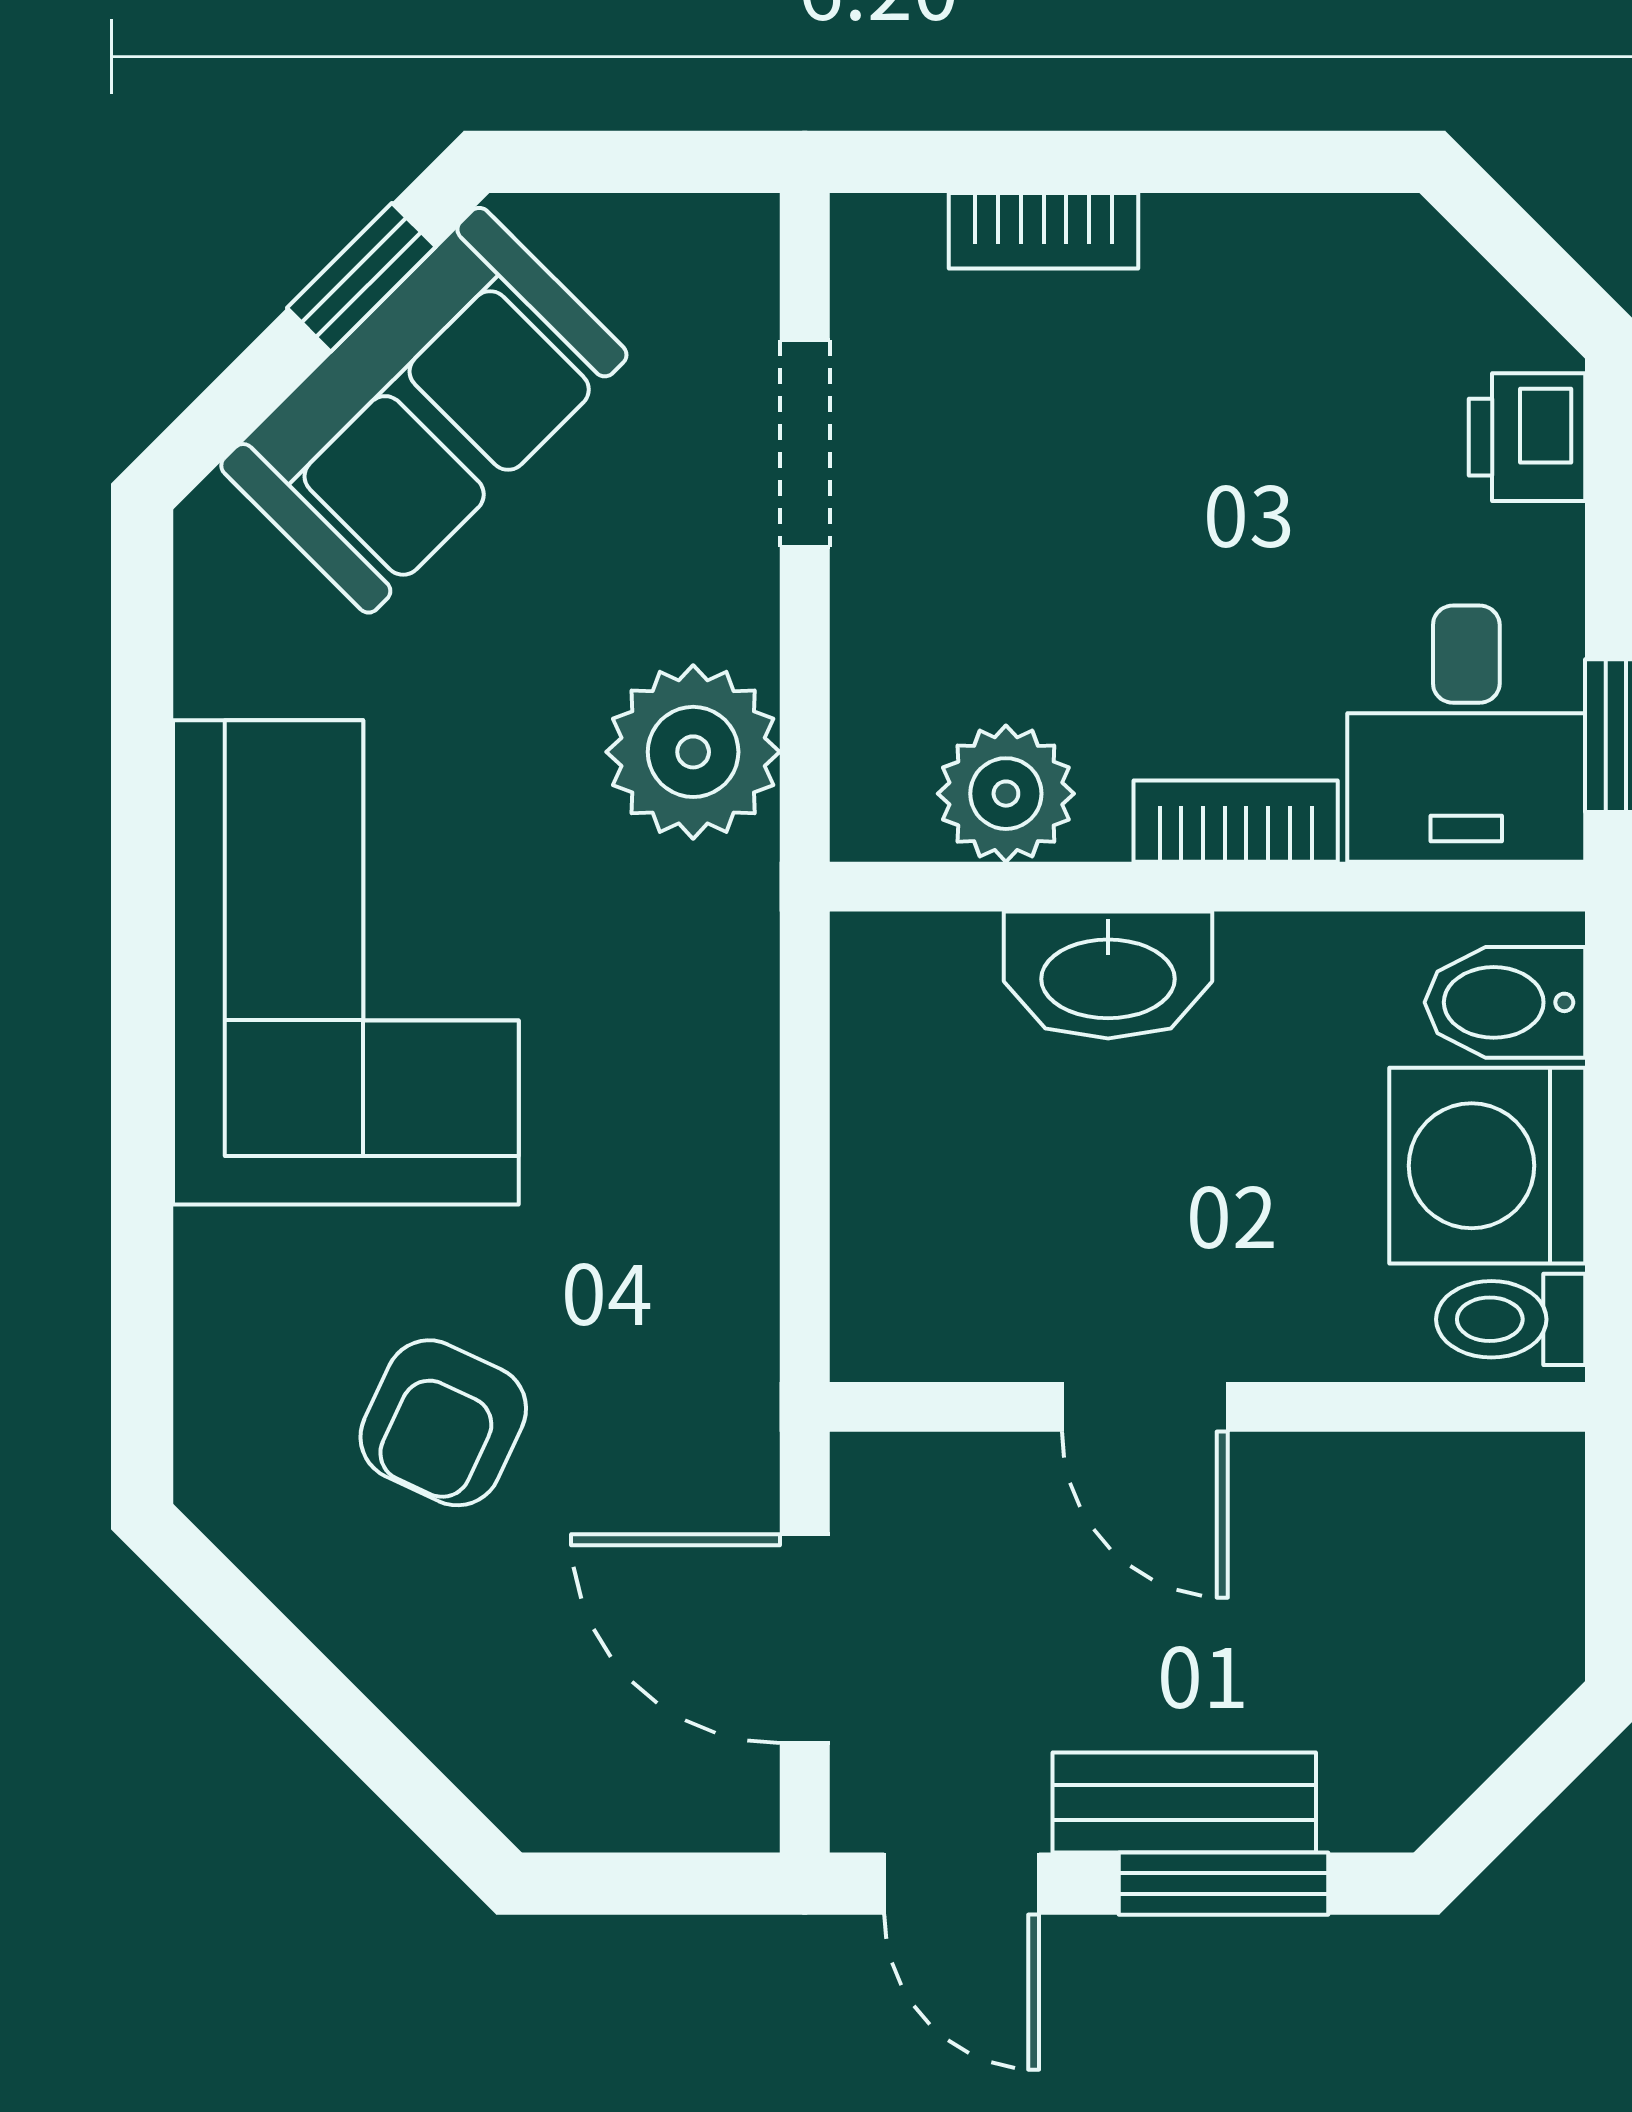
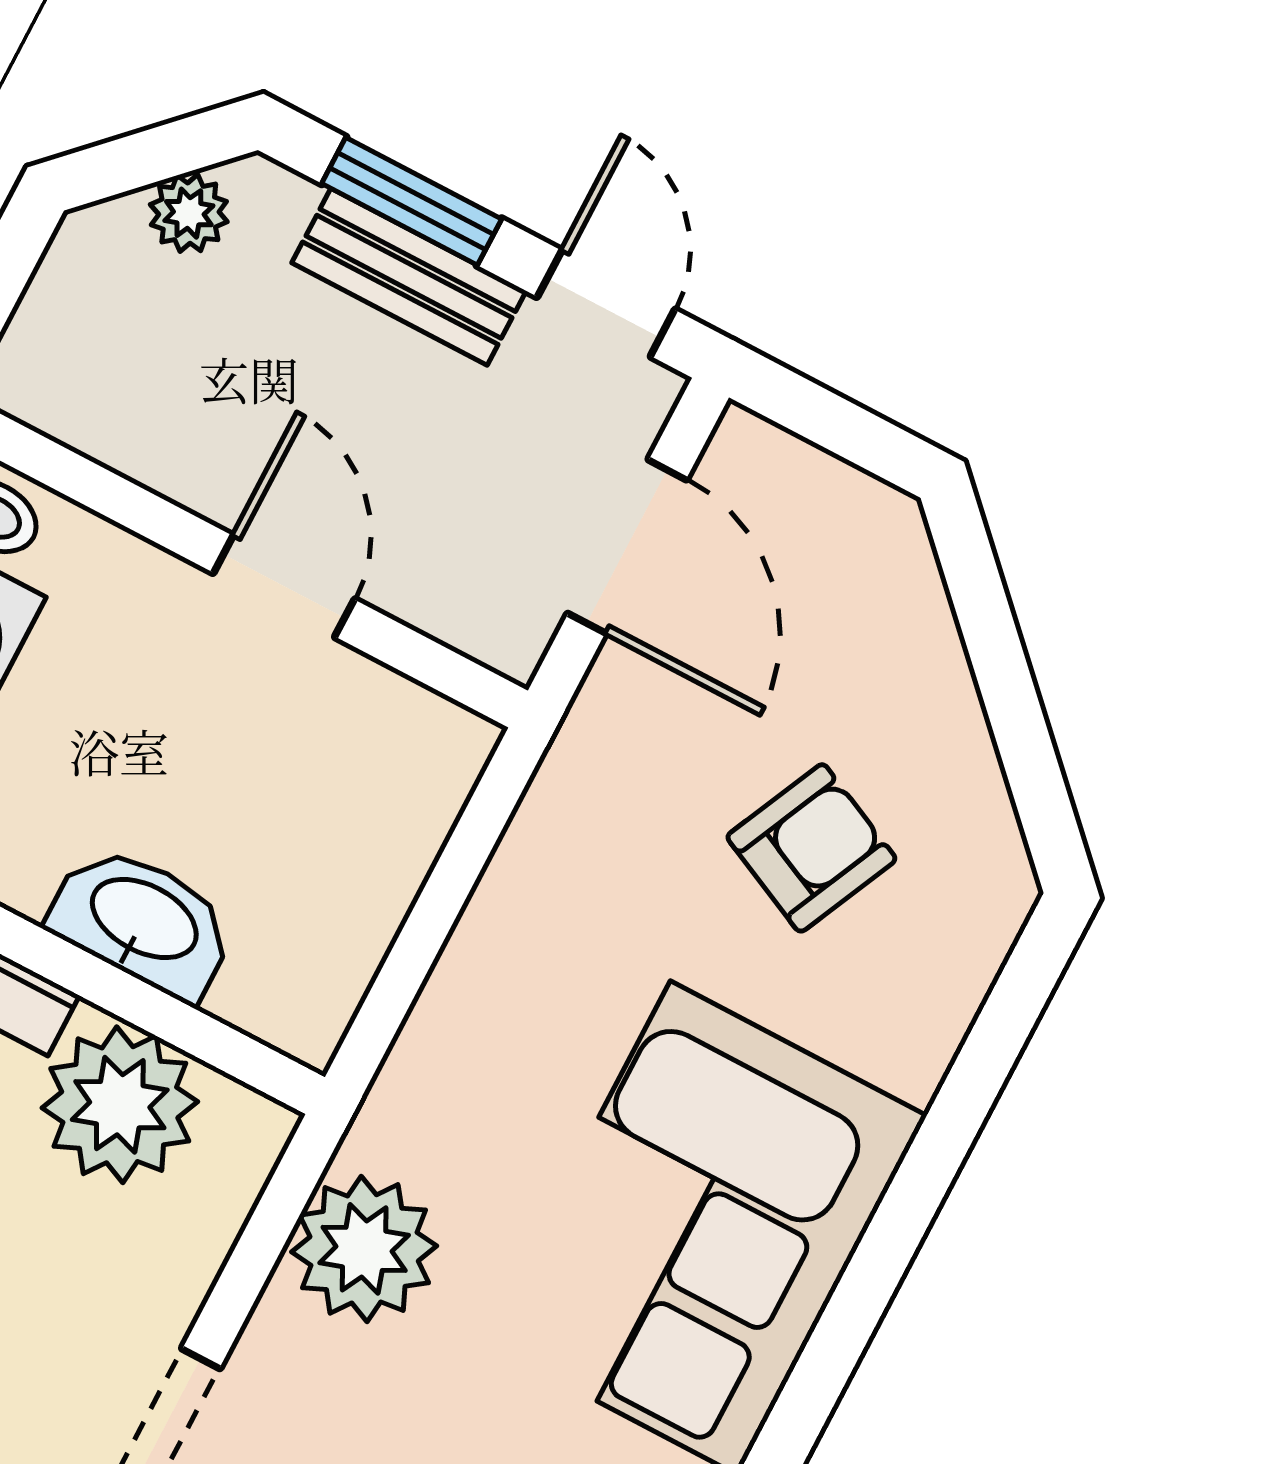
plant: (1006, 794) -> (120, 1105), width x1.36, depth x1.36
plant: (1452, 1748) -> (189, 213), added

